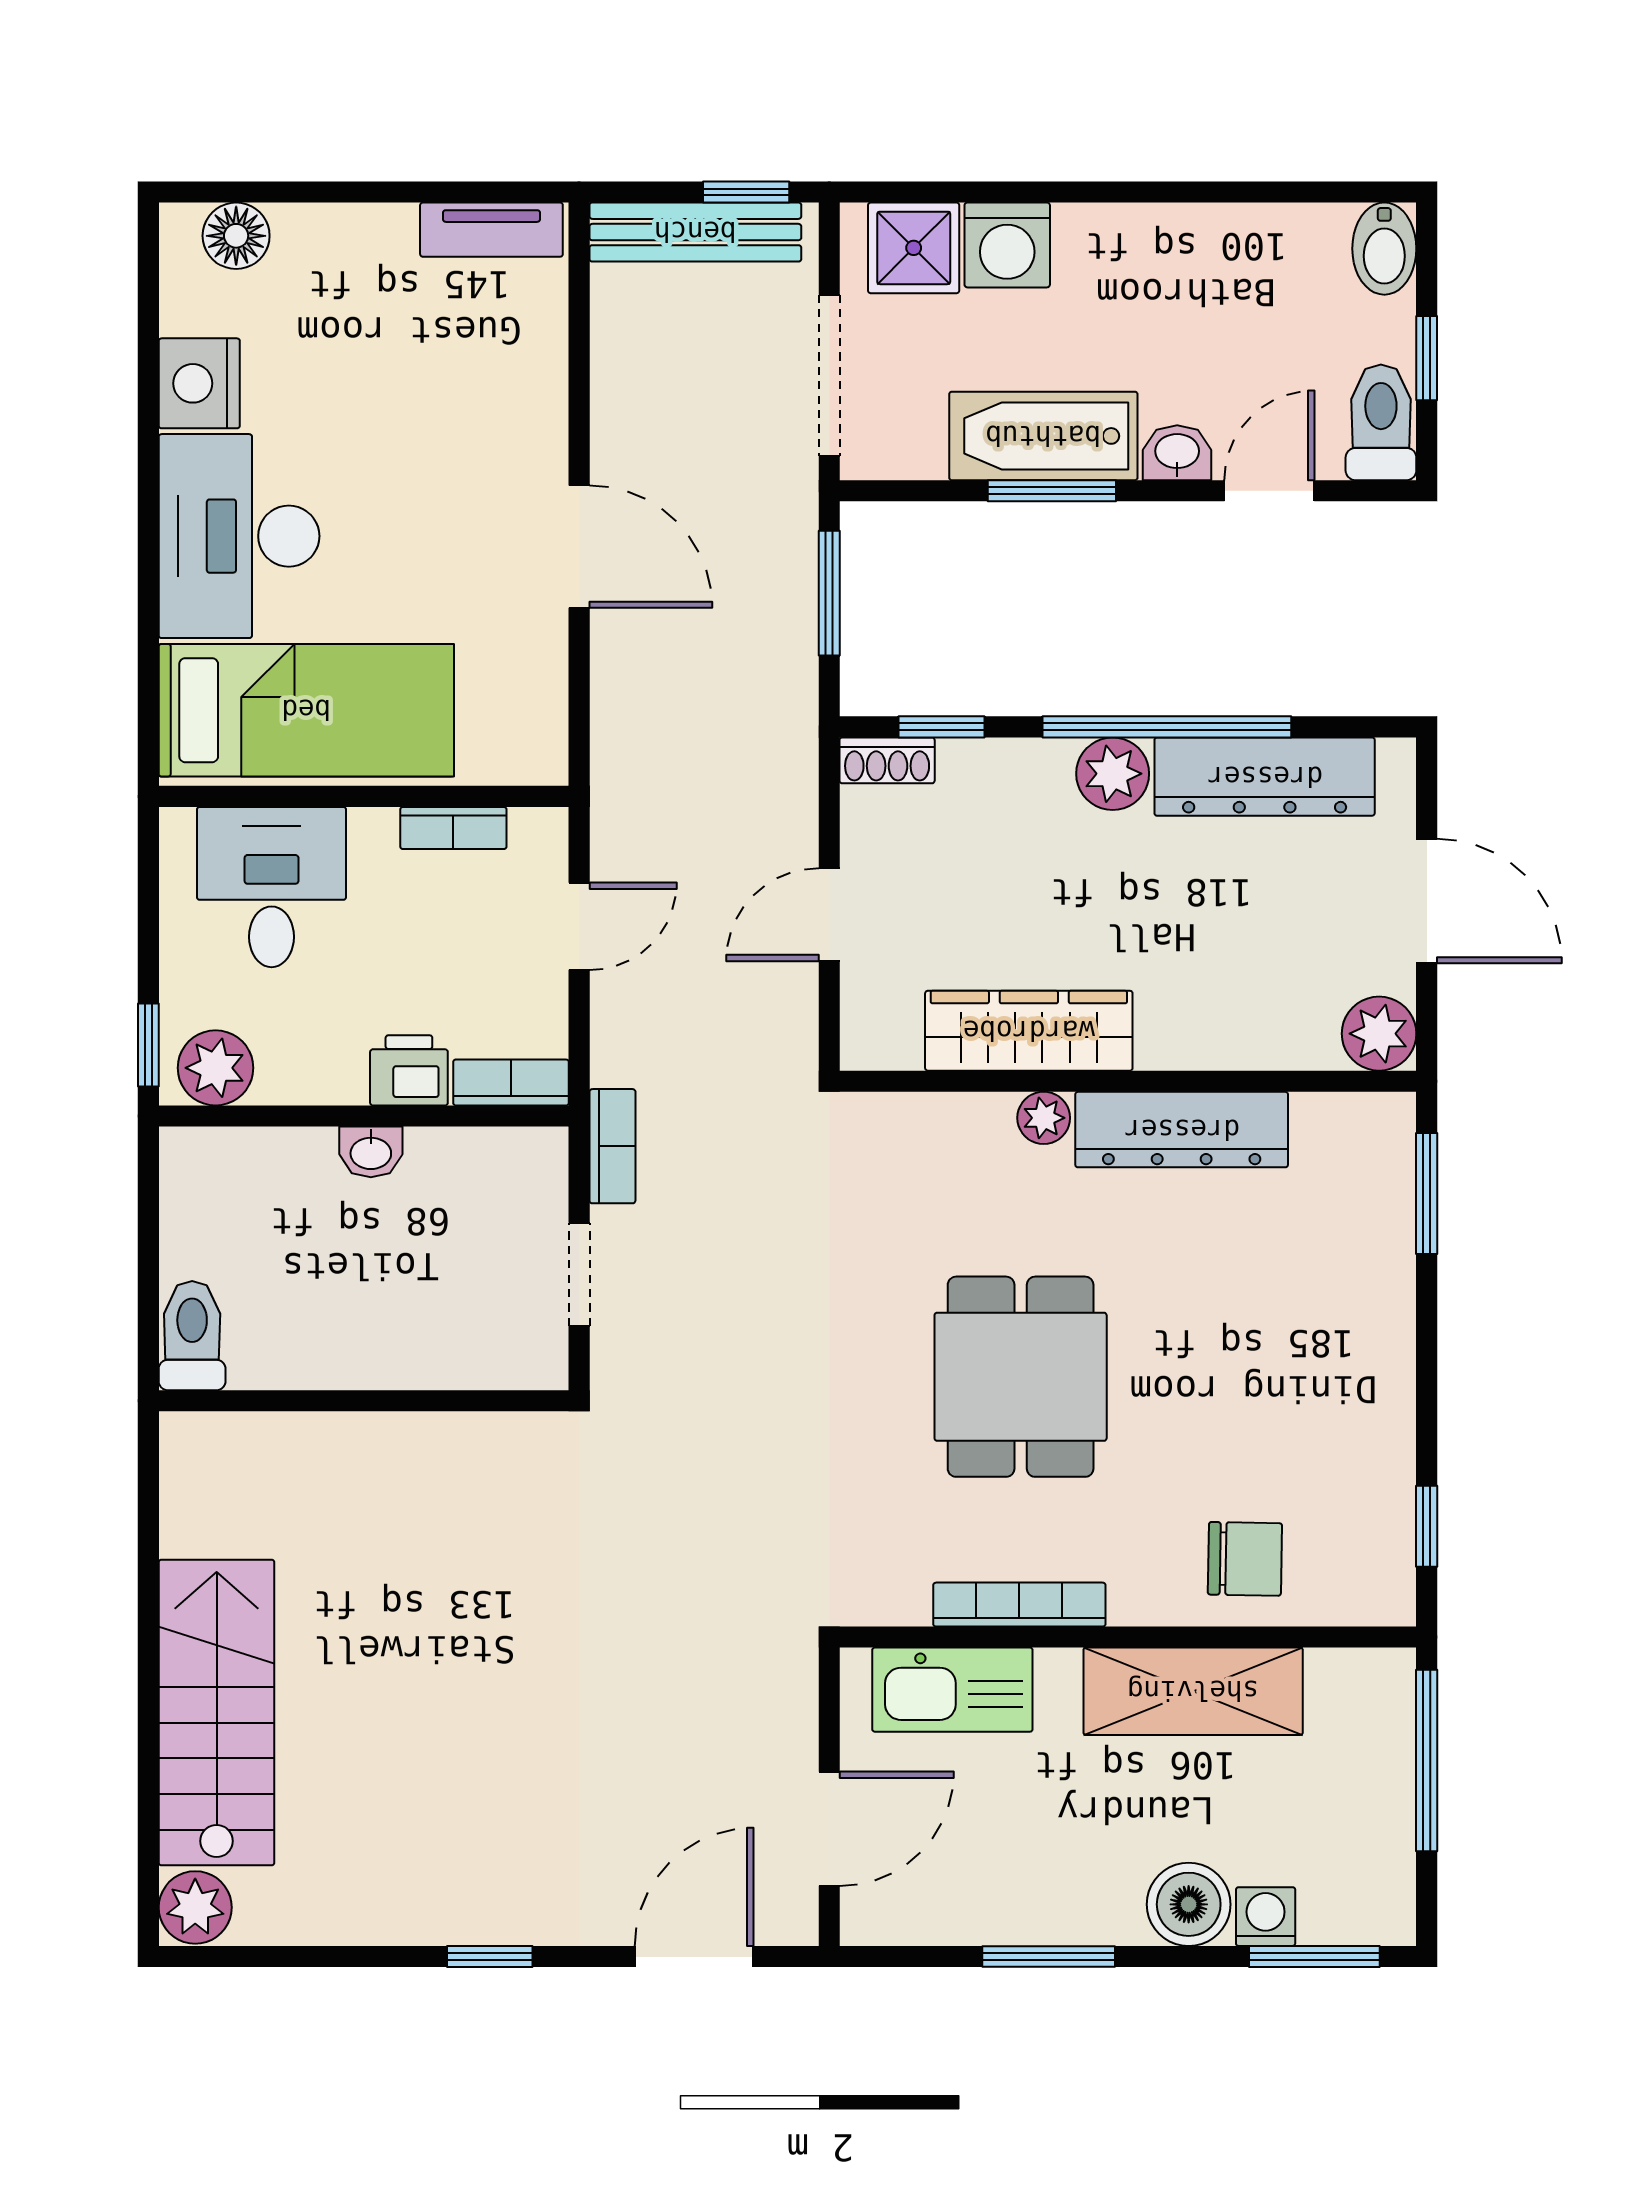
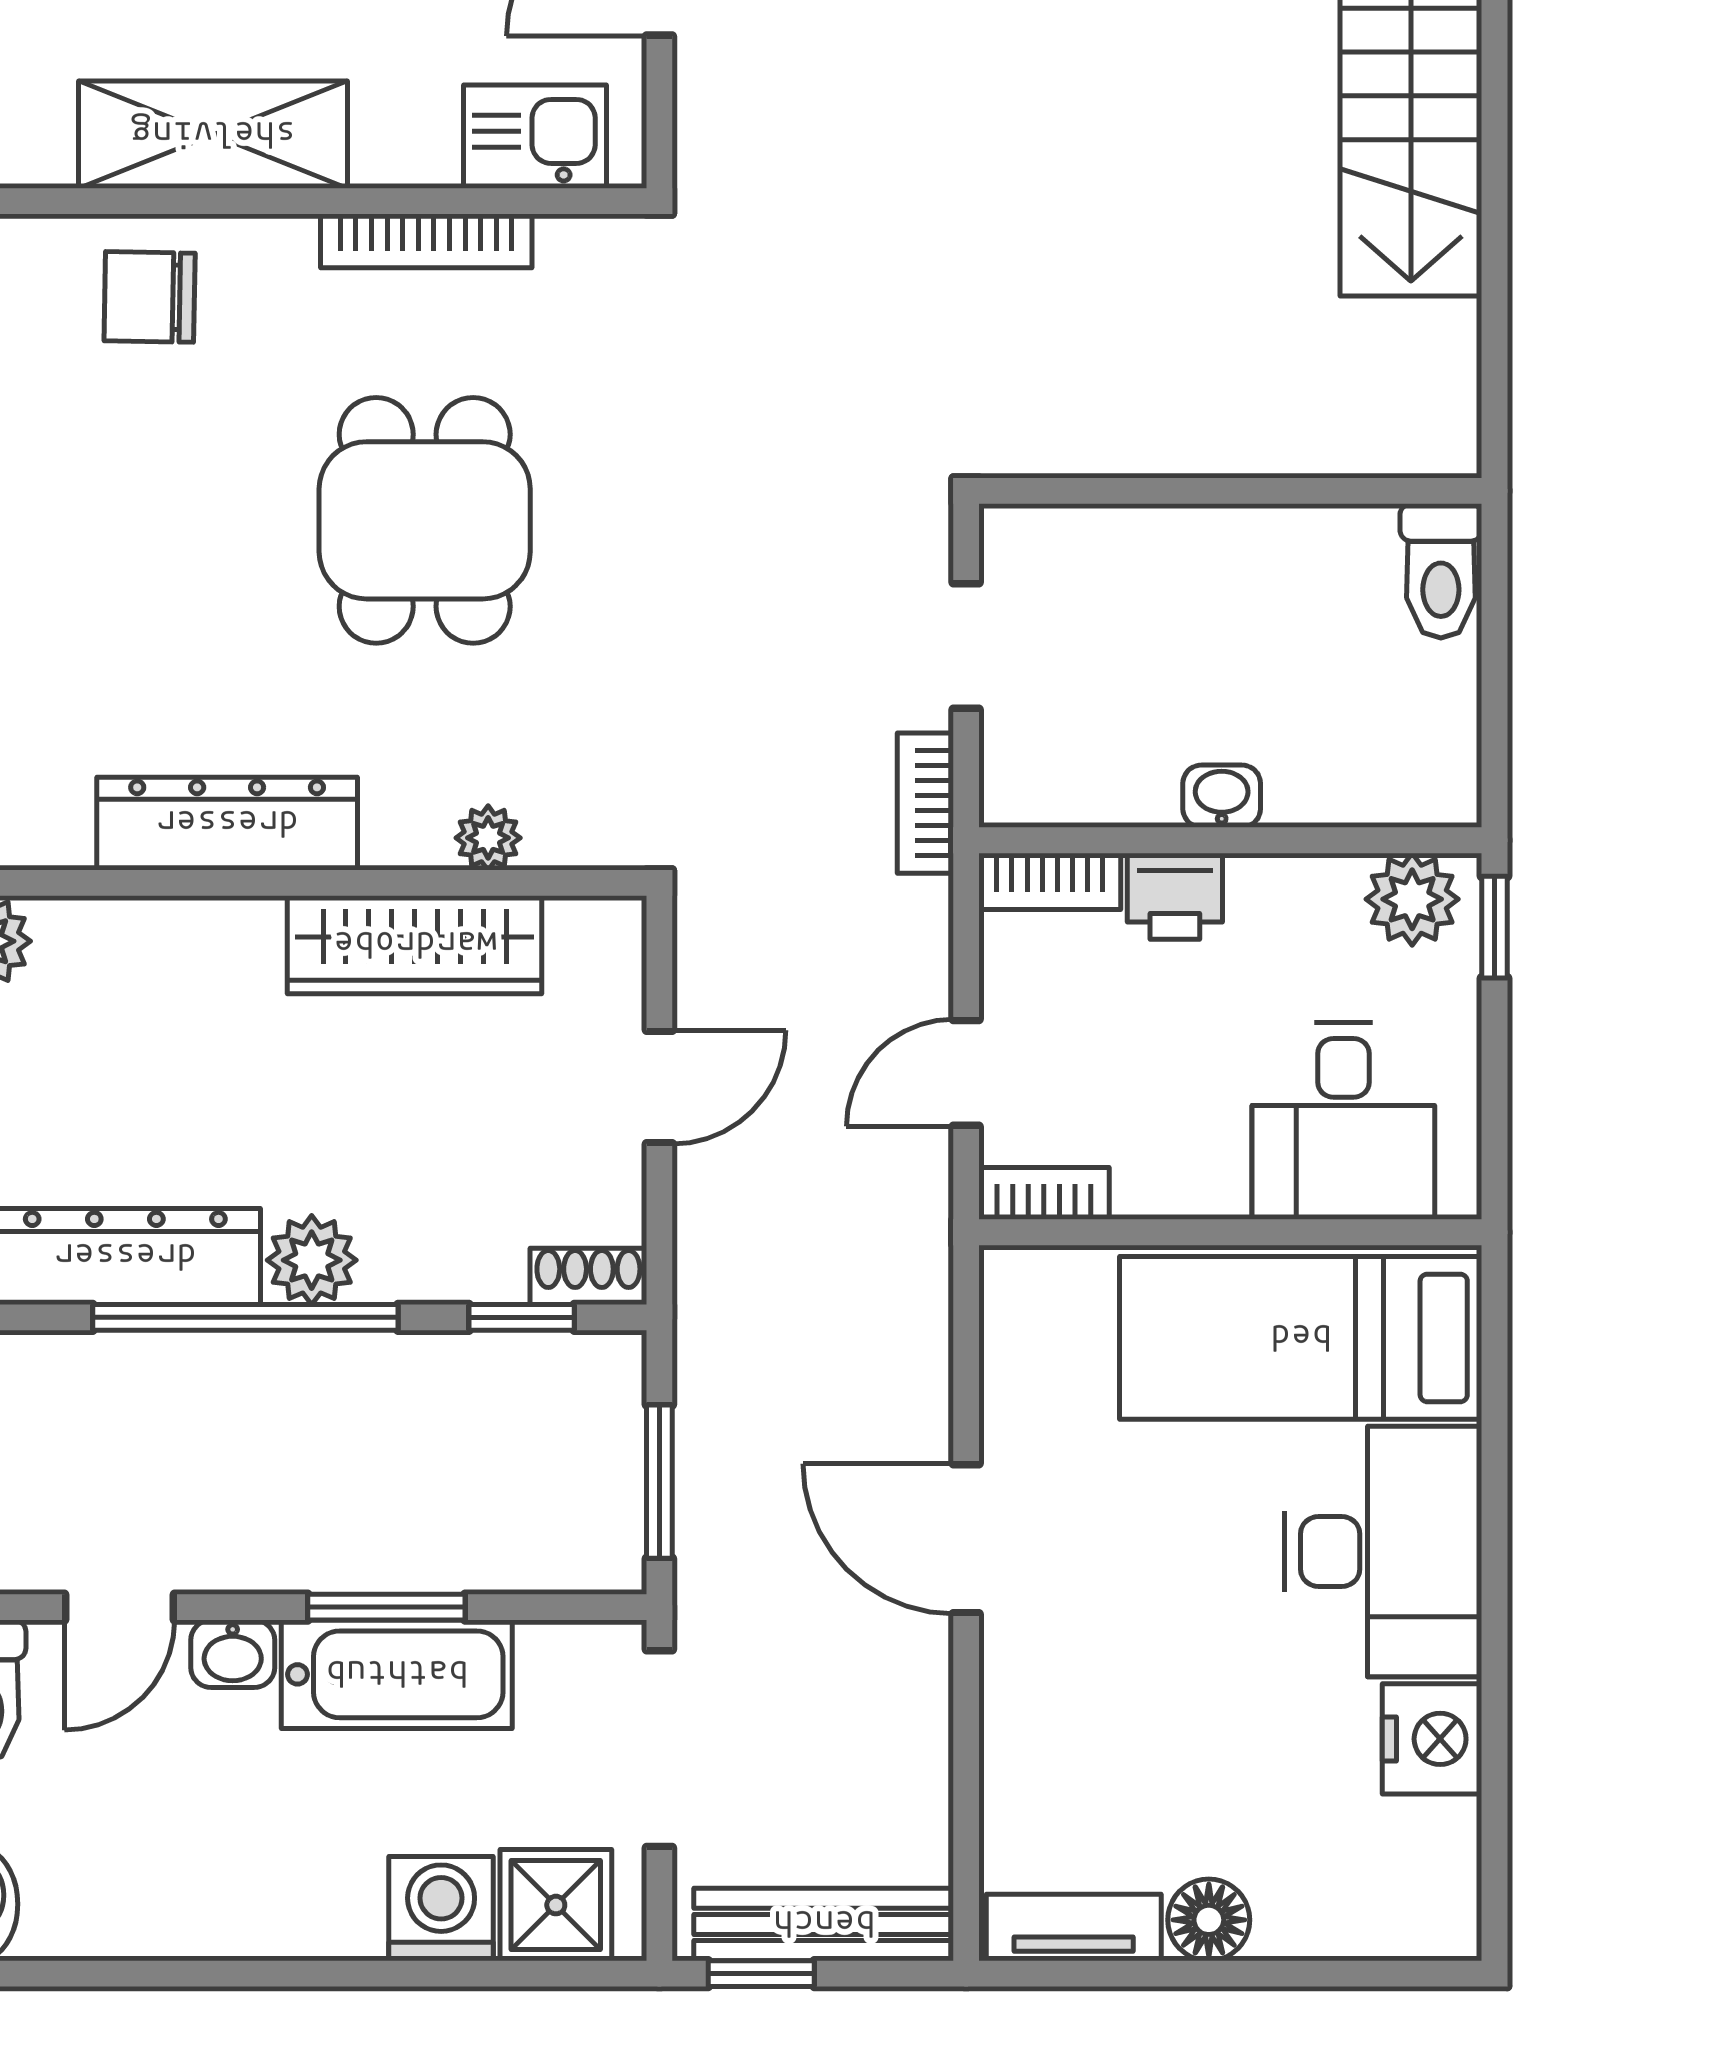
floor lamp: (236, 236) -> (1209, 1920), moved
bookcase: (453, 828) -> (1044, 1193), moved
plant: (1044, 1118) -> (488, 838), moved
kitchen sink: (952, 1690) -> (535, 137), width x0.73

